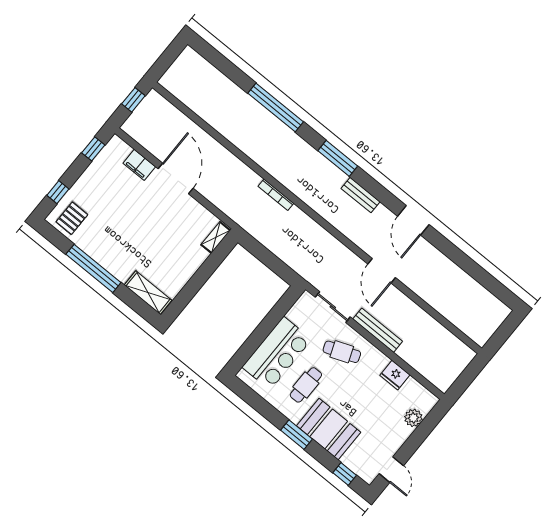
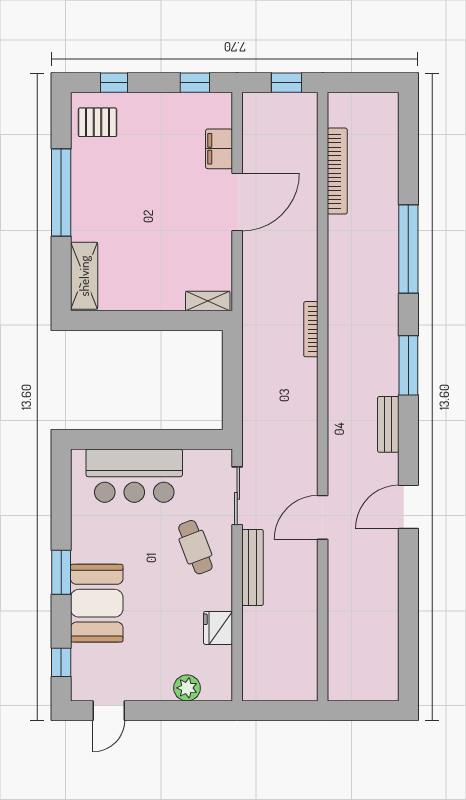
bookcase: (203, 111) -> (337, 171), added
cafe table: (306, 385) -> (125, 537), removed

